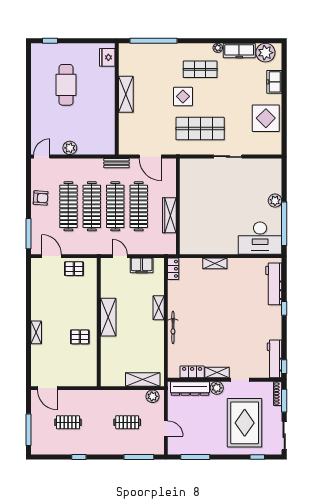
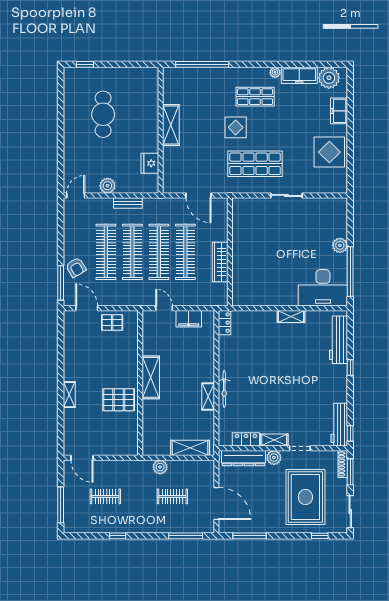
fridge: (107, 57) -> (150, 163), moved
bench: (116, 163) -> (128, 203), moved
armchair: (41, 198) -> (76, 267), moved, turned 55
shelving: (215, 263) -> (291, 316), moved
shelving: (159, 308) -> (208, 397), moved
pallet: (80, 337) -> (119, 400), width x1.50, depth x1.42
plant: (153, 396) -> (160, 467), moved
door: (166, 428) -> (216, 503), width x1.87

